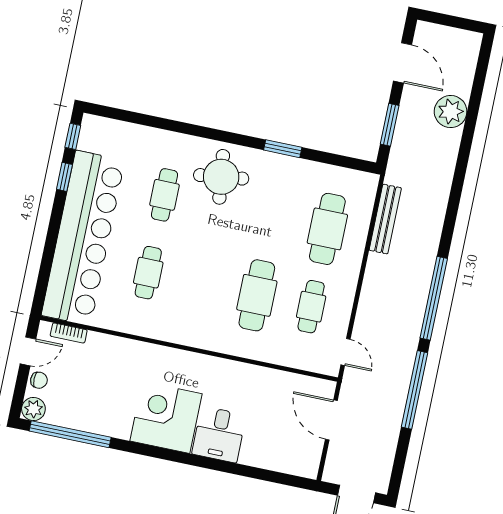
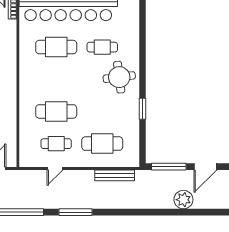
window: (390, 125) -> (169, 167), width x1.44
cafe table: (148, 273) -> (56, 47), width x1.37, depth x1.35
window: (434, 298) -> (75, 212), width x0.68
door: (346, 352) -> (55, 168), moved

